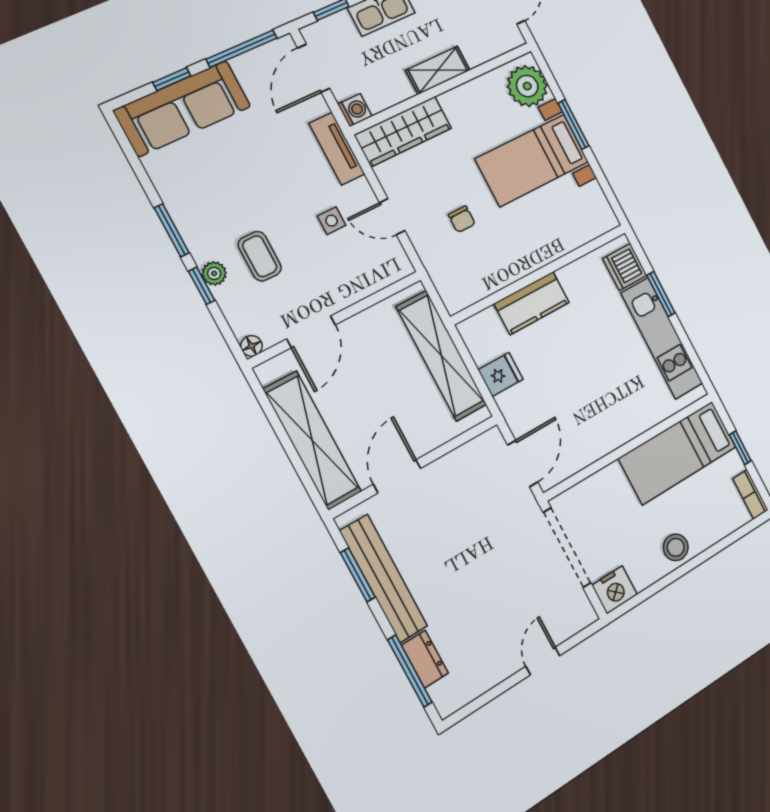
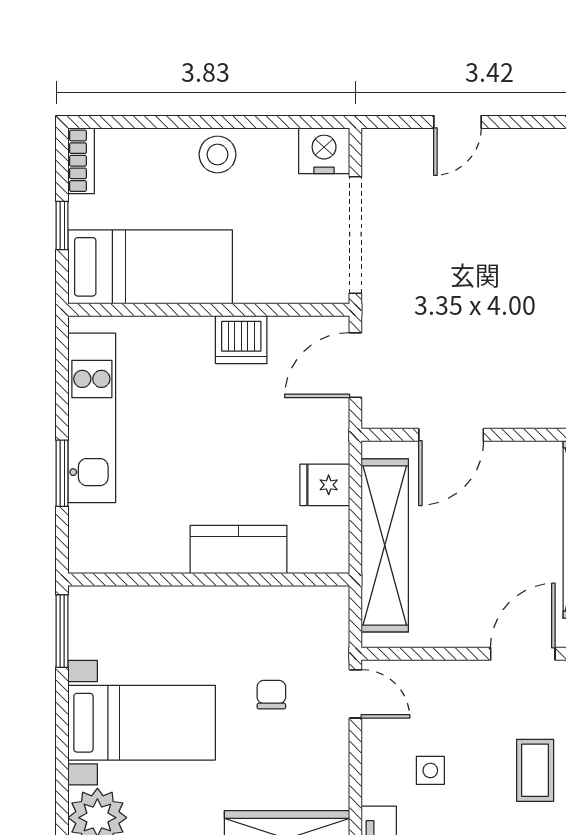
window: (573, 125) -> (62, 631), moved
door: (392, 217) -> (355, 694), moved
dishwasher: (625, 267) -> (241, 340), moved, turned 90
door: (397, 476) -> (451, 435), moved

